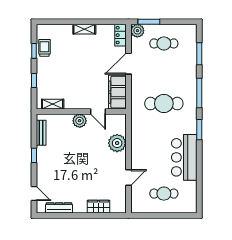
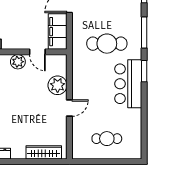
bar counter: (184, 157) -> (128, 84), moved
door: (128, 177) -> (69, 108), moved
wardrobe: (98, 207) -> (44, 152), width x1.50

